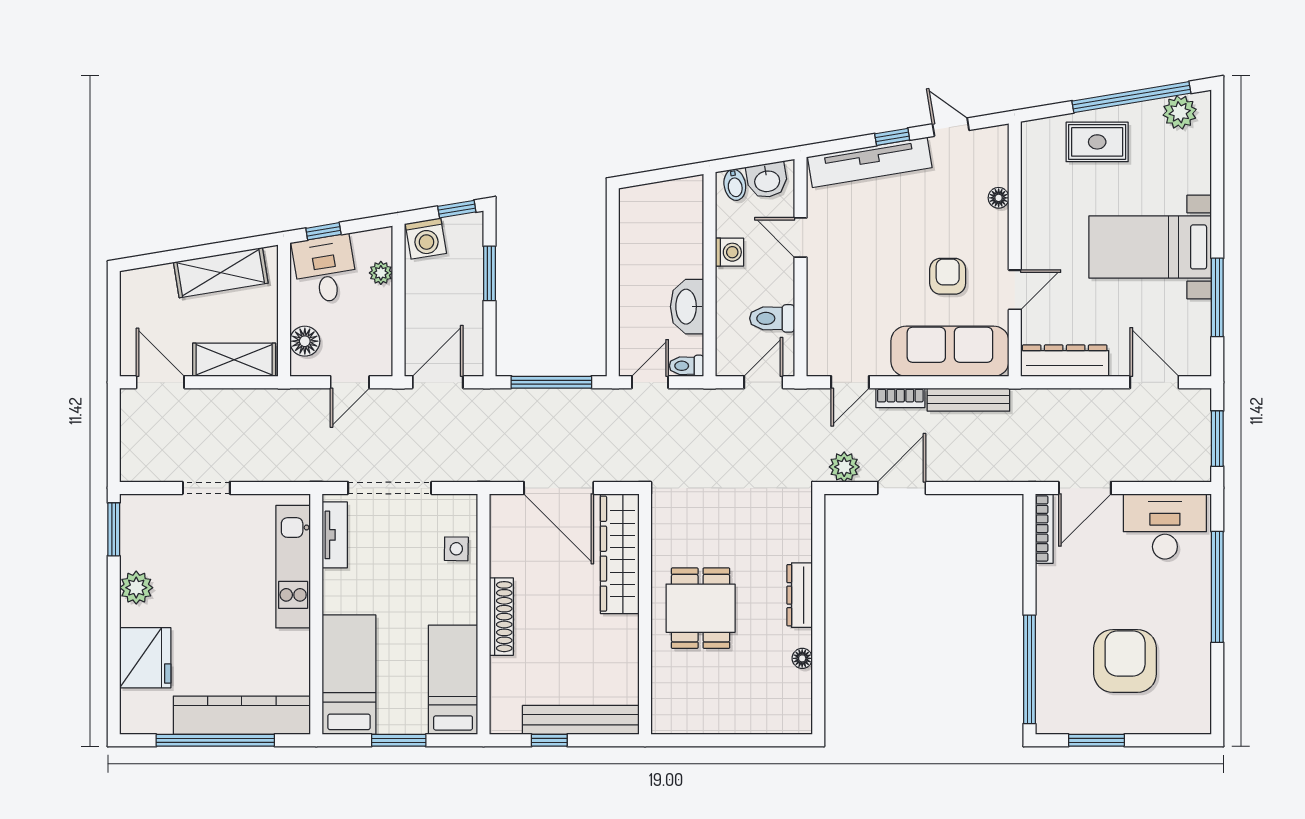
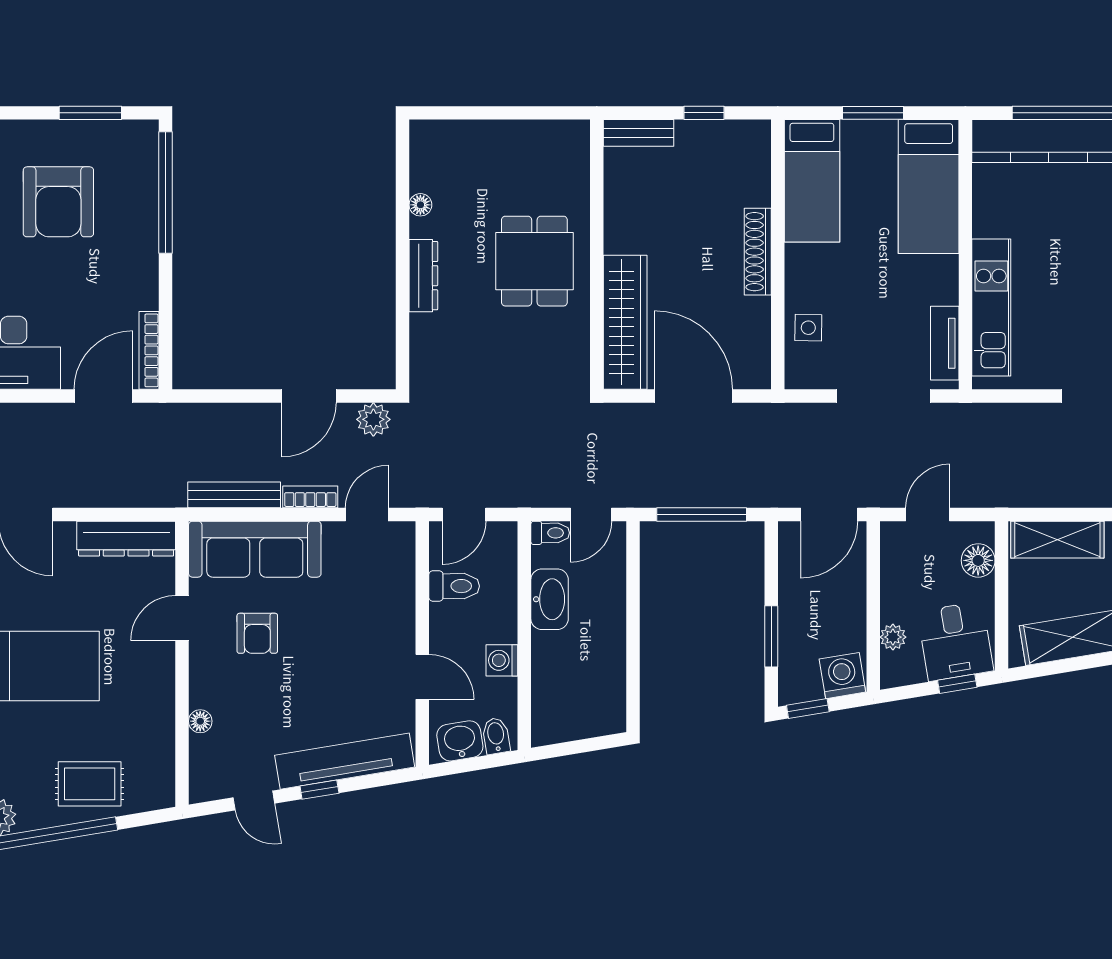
bench: (581, 720) -> (638, 133), width x0.54, depth x0.82

